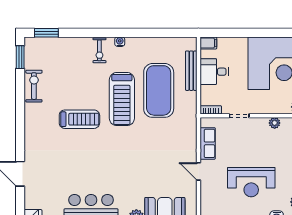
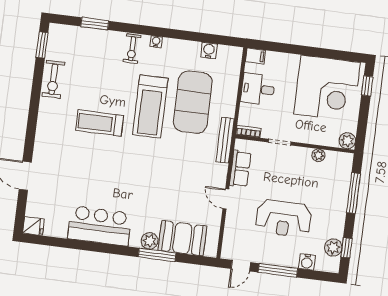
window: (46, 33) -> (95, 24), moved
water cooler: (167, 43) -> (209, 50), added
bench: (191, 71) -> (225, 140), moved
exercise bike: (34, 86) -> (53, 79), turned 180
treadmill: (79, 119) -> (100, 123), turned 180

